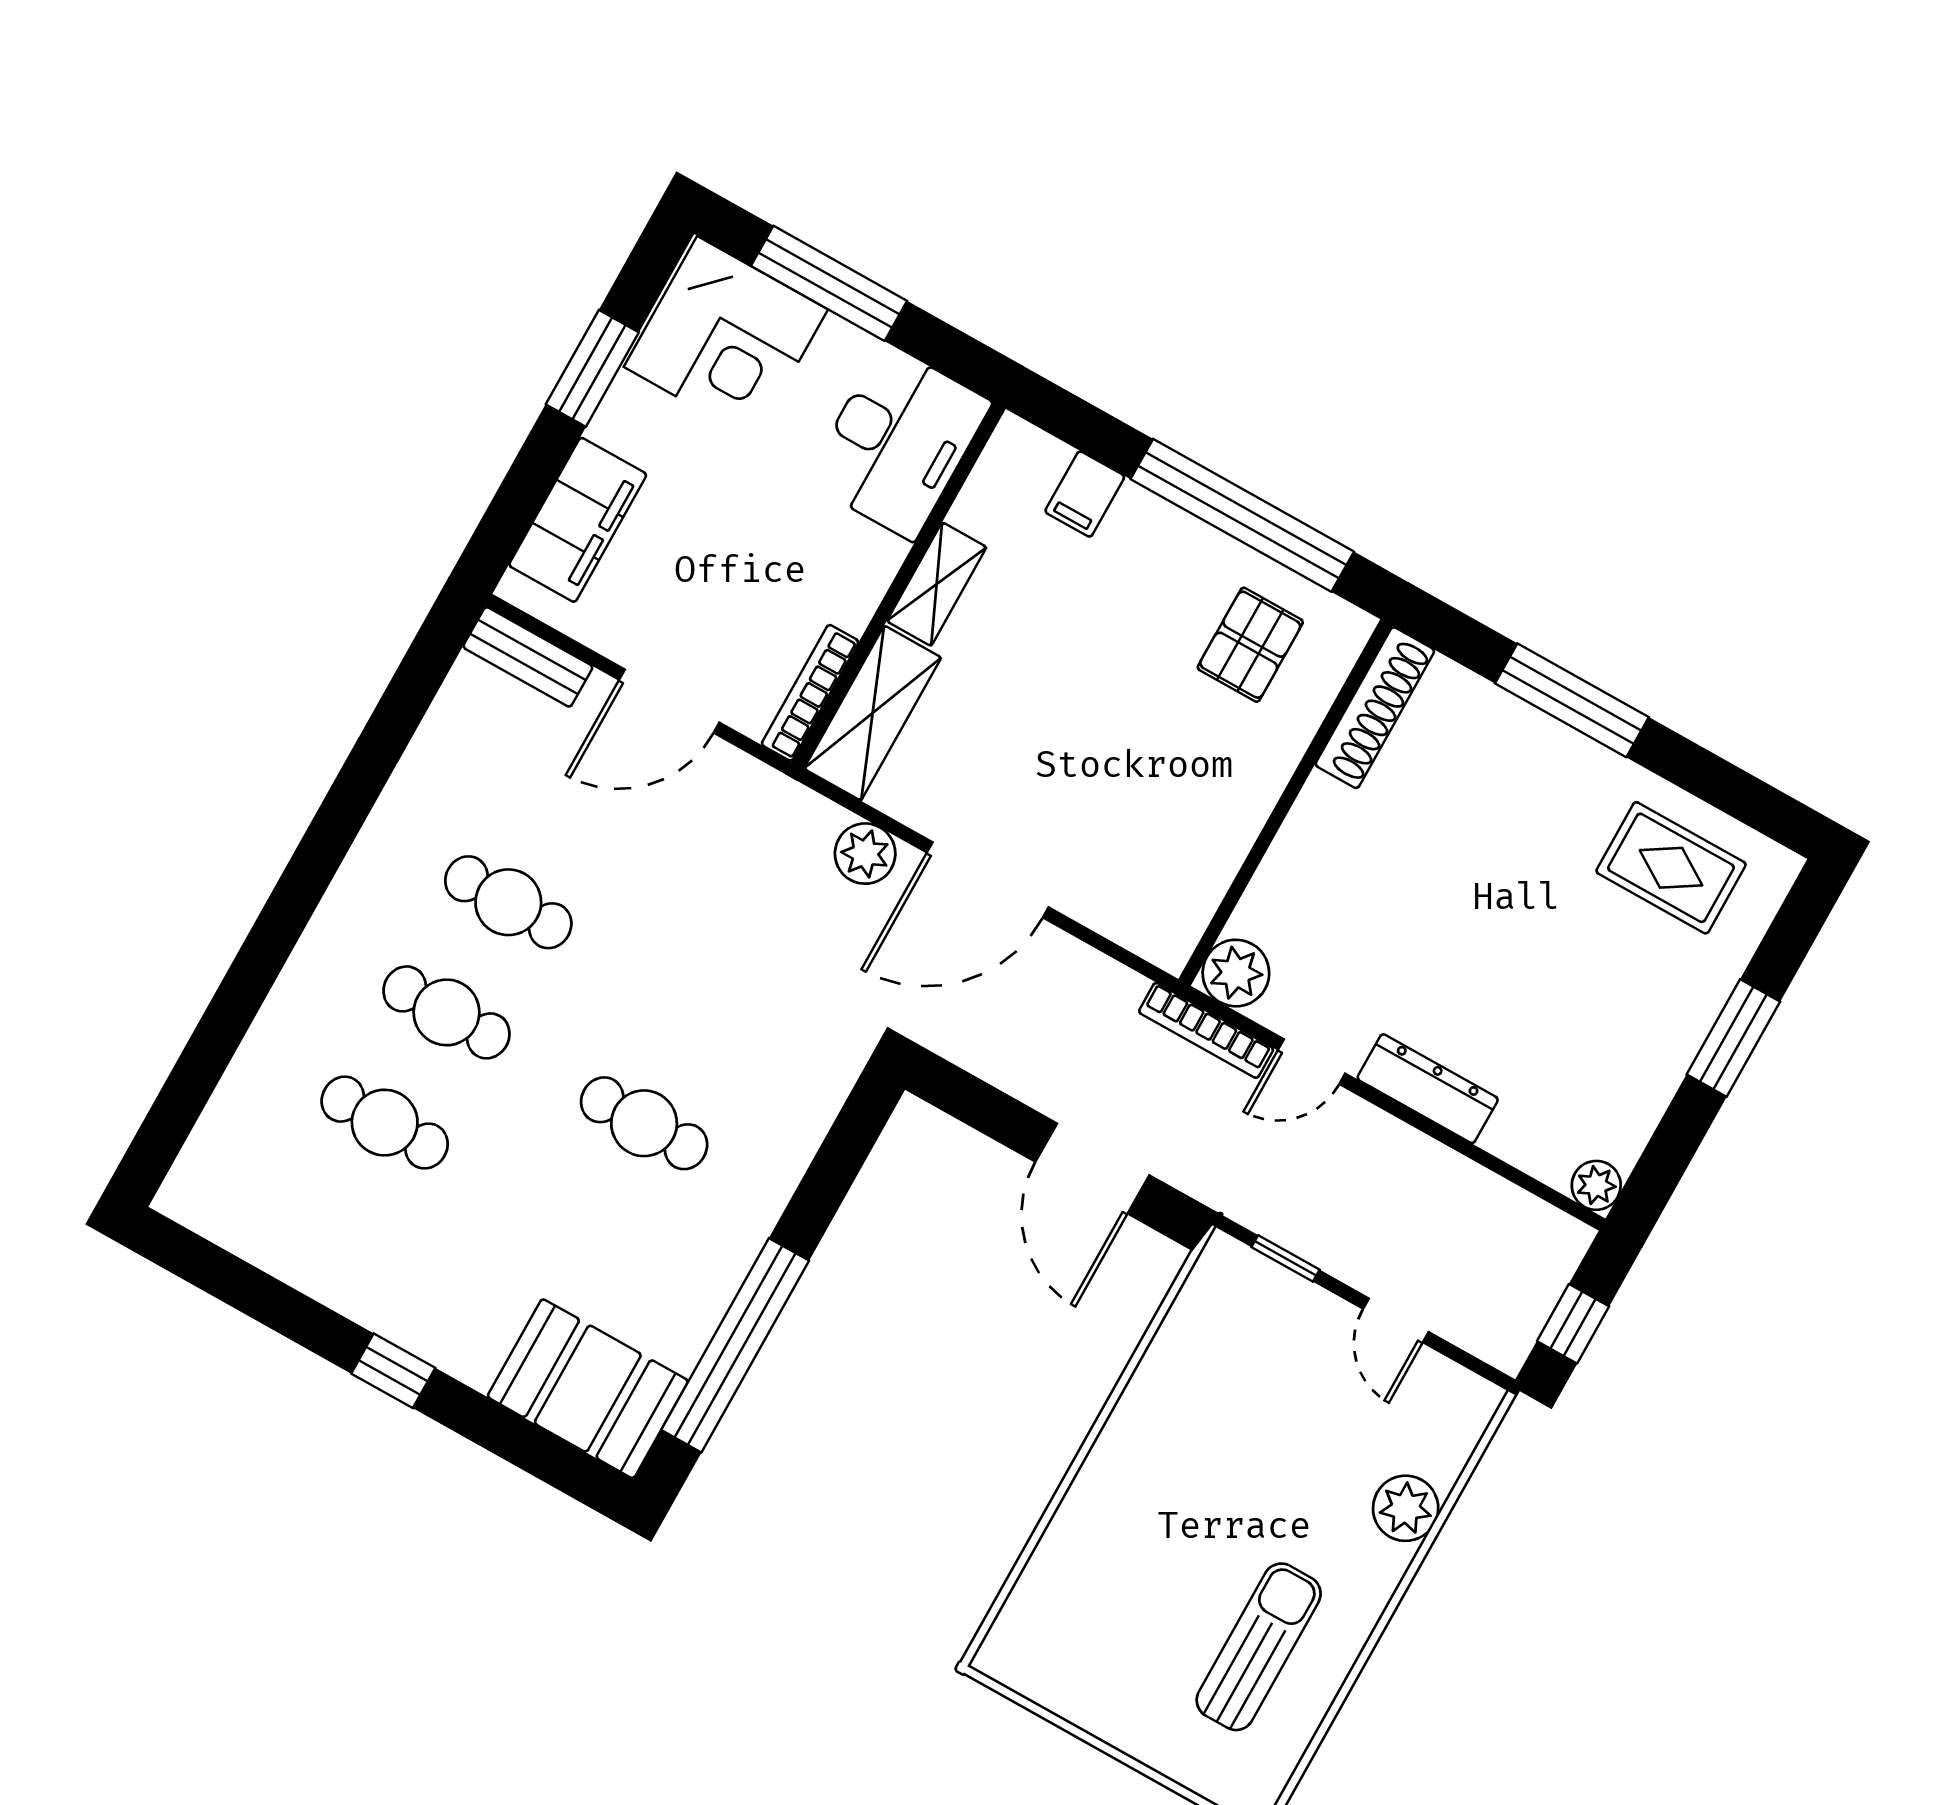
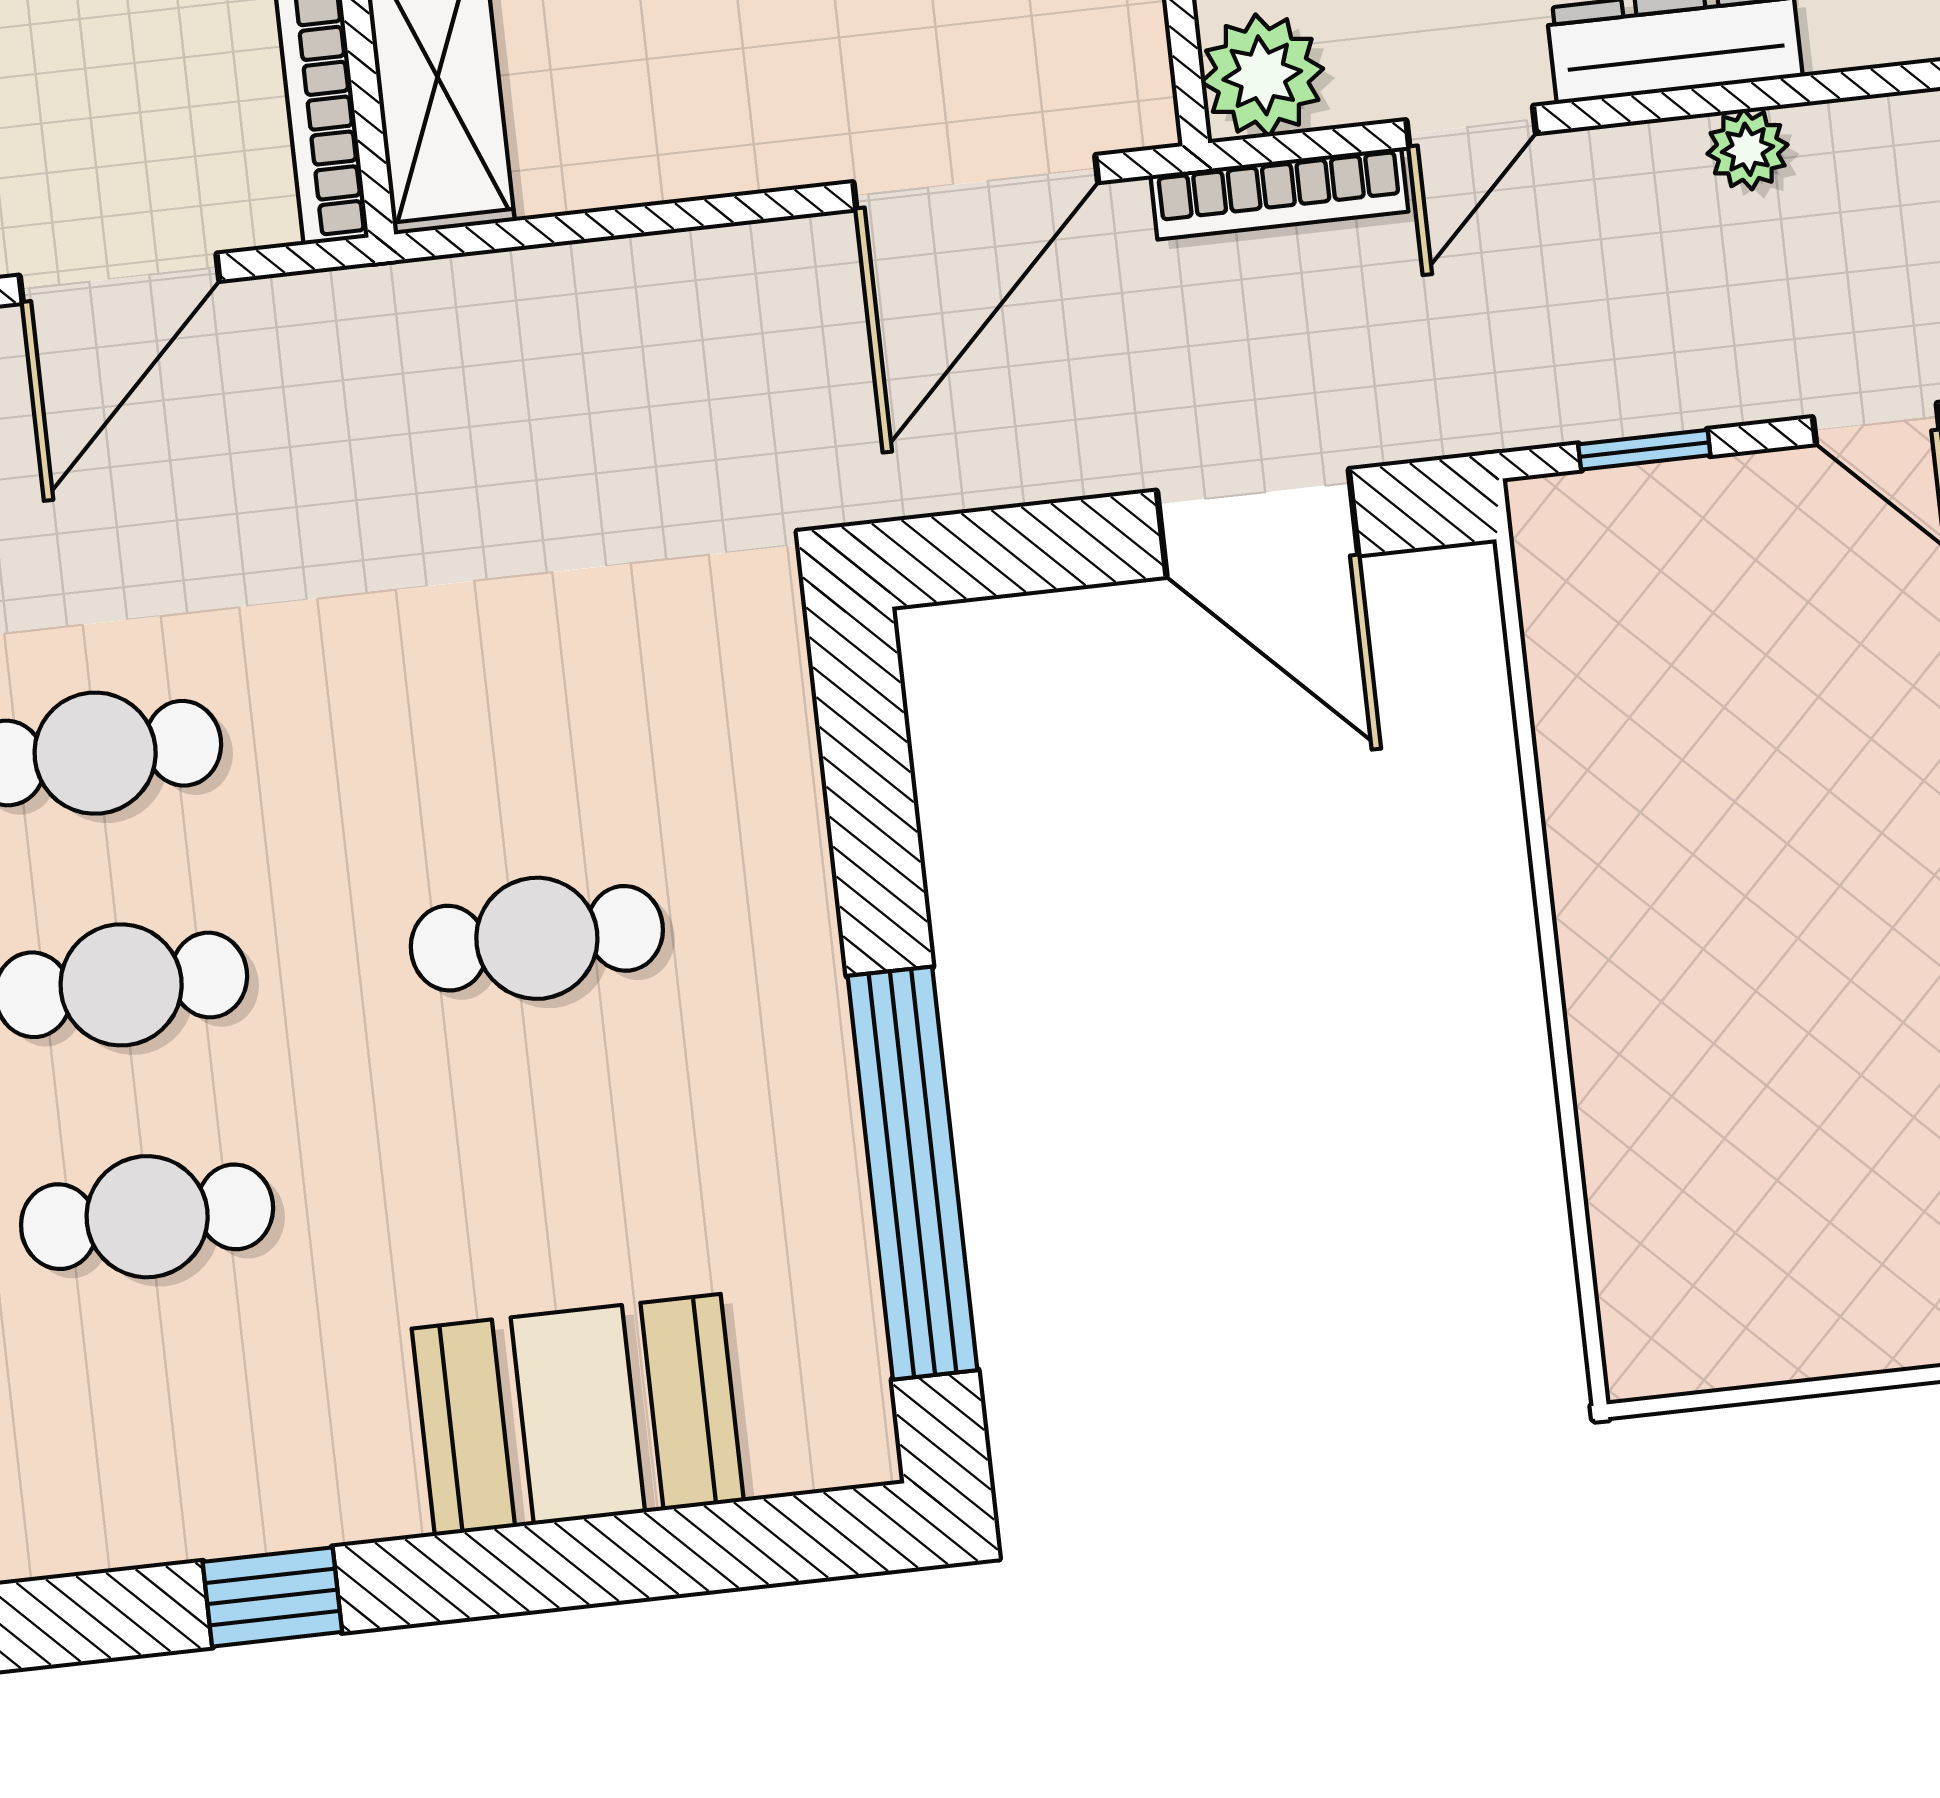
plant: (865, 854) -> (1748, 149), moved, width x0.73, depth x0.73
door: (988, 880) -> (976, 182), moved
window: (393, 1371) -> (272, 1597), moved
booth: (588, 1389) -> (578, 1415), moved

